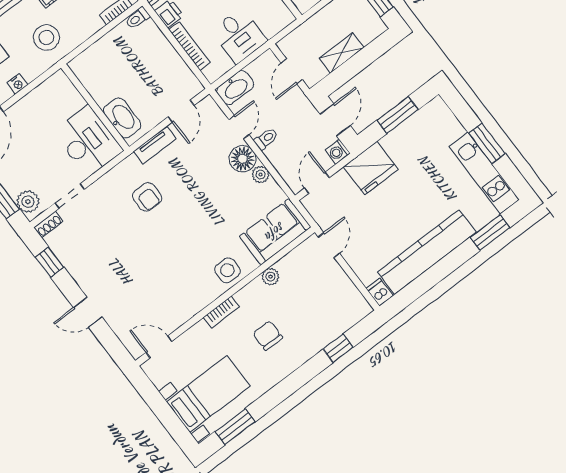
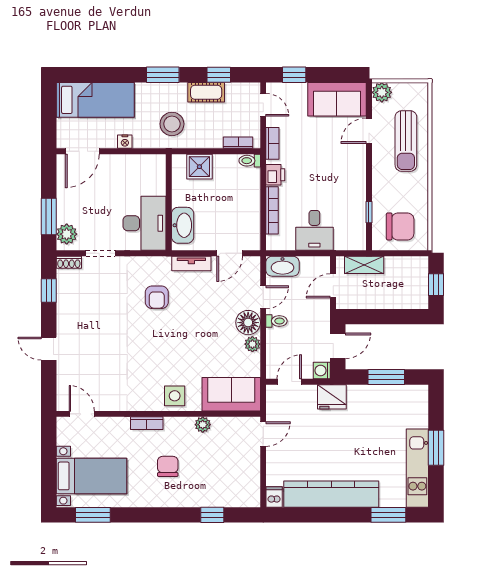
shelving: (342, 53) -> (364, 265), moved
shower: (98, 56) -> (199, 167), added
fridge: (371, 168) -> (332, 397), width x0.73, depth x0.75

